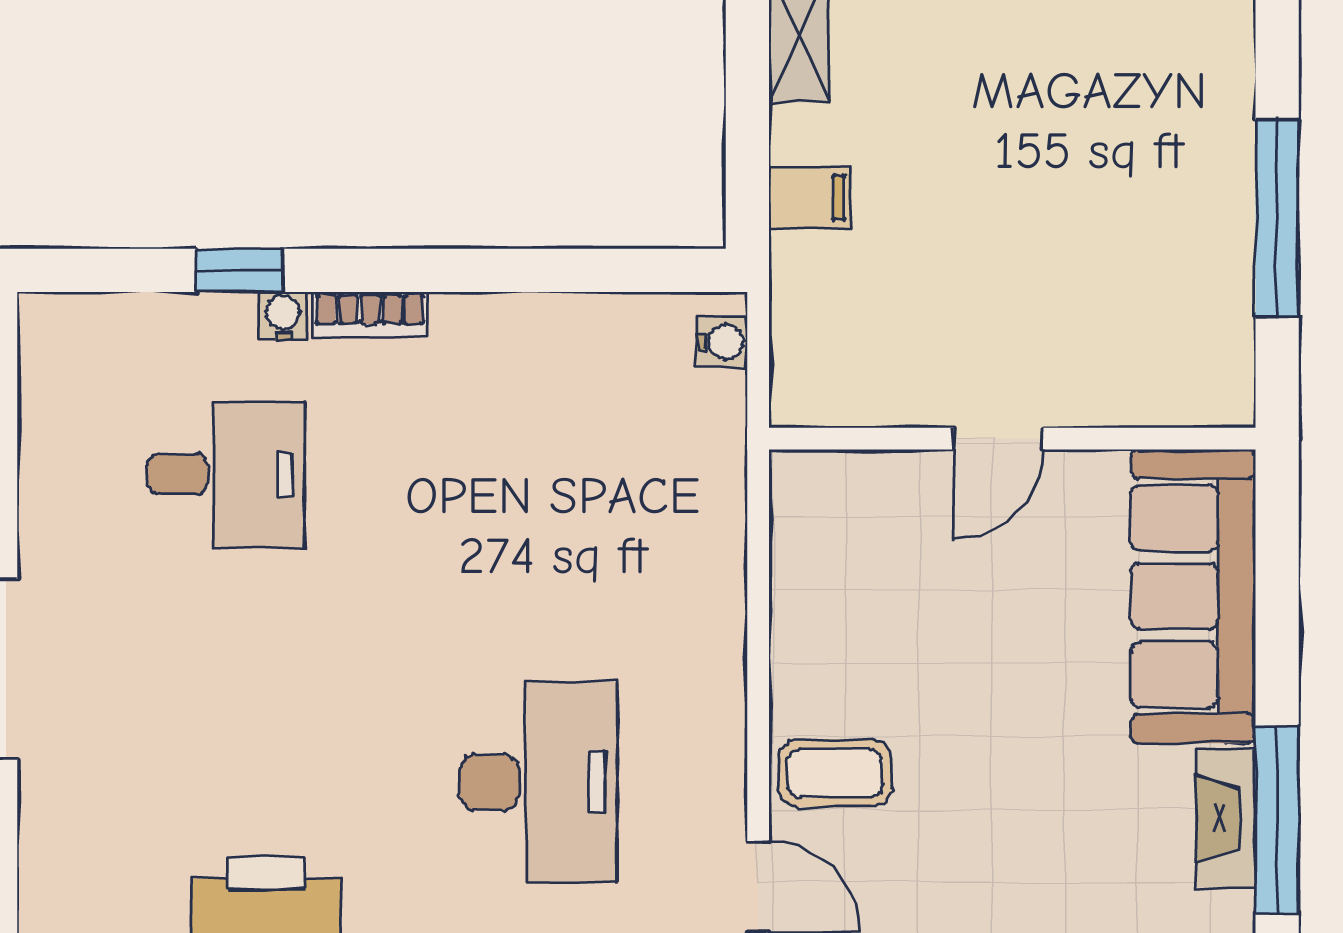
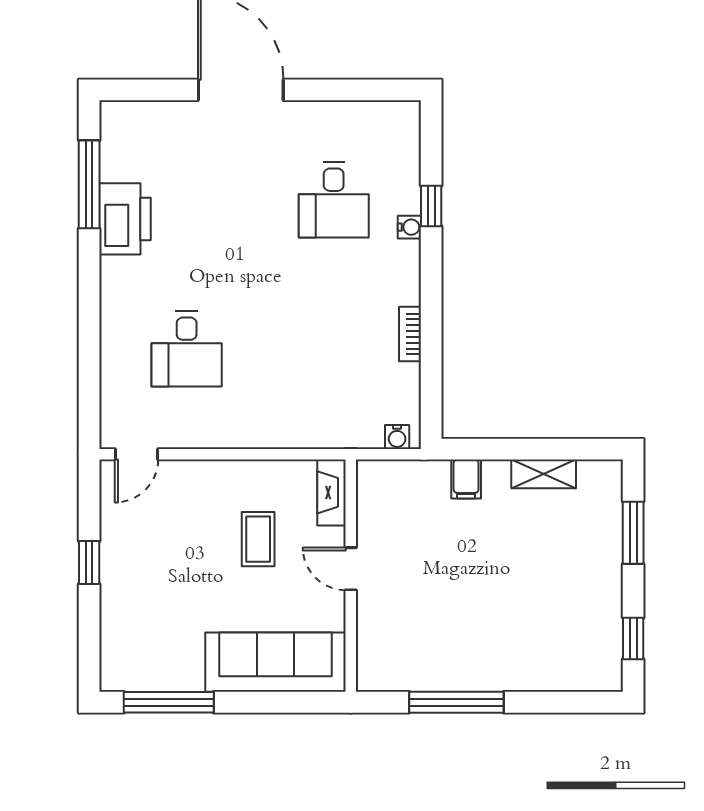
bookcase: (370, 315) -> (410, 334), moved
coffee table: (835, 773) -> (258, 539), moved
desk: (538, 782) -> (187, 349), width x0.73
fireplace: (1226, 818) -> (332, 492), moved, turned -90

